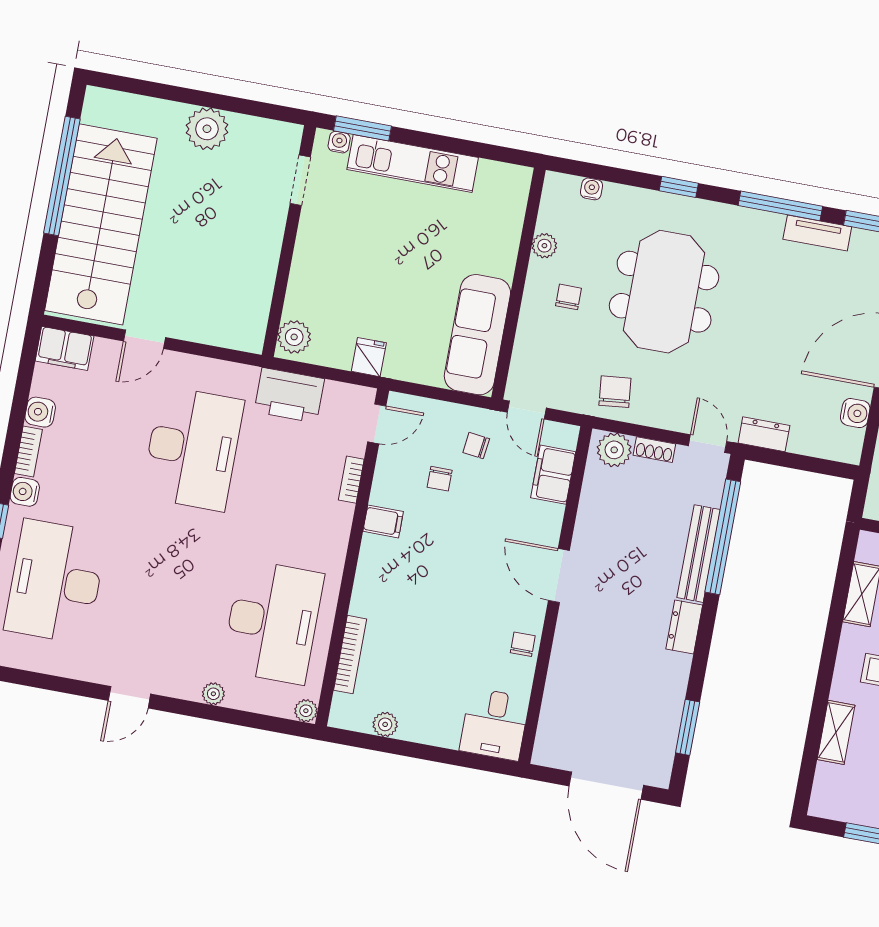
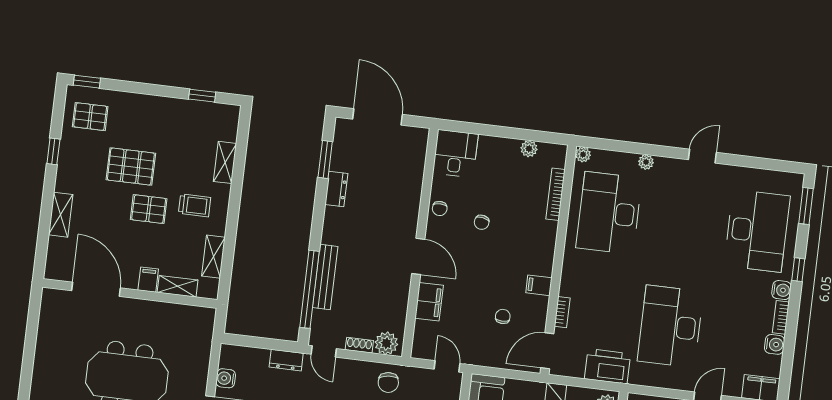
door: (377, 424) -> (547, 351), width x1.38
chair: (476, 446) -> (482, 222), moved, turned 94
filing cabinet: (553, 475) -> (429, 302), moved
dresser: (684, 627) -> (336, 189), moved

